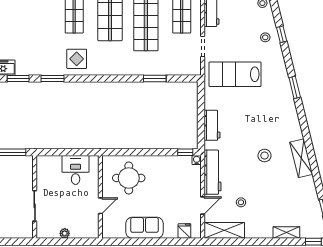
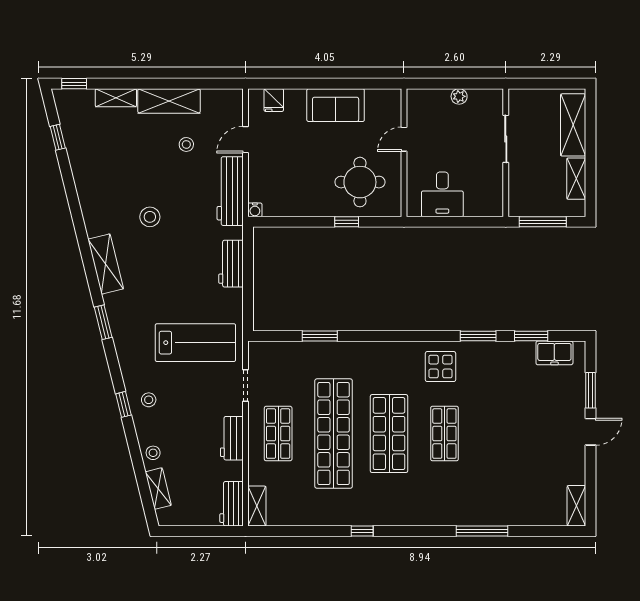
window: (185, 152) -> (347, 222), moved
shelving: (301, 158) -> (106, 264), moved
shelving: (224, 230) -> (169, 101), moved

